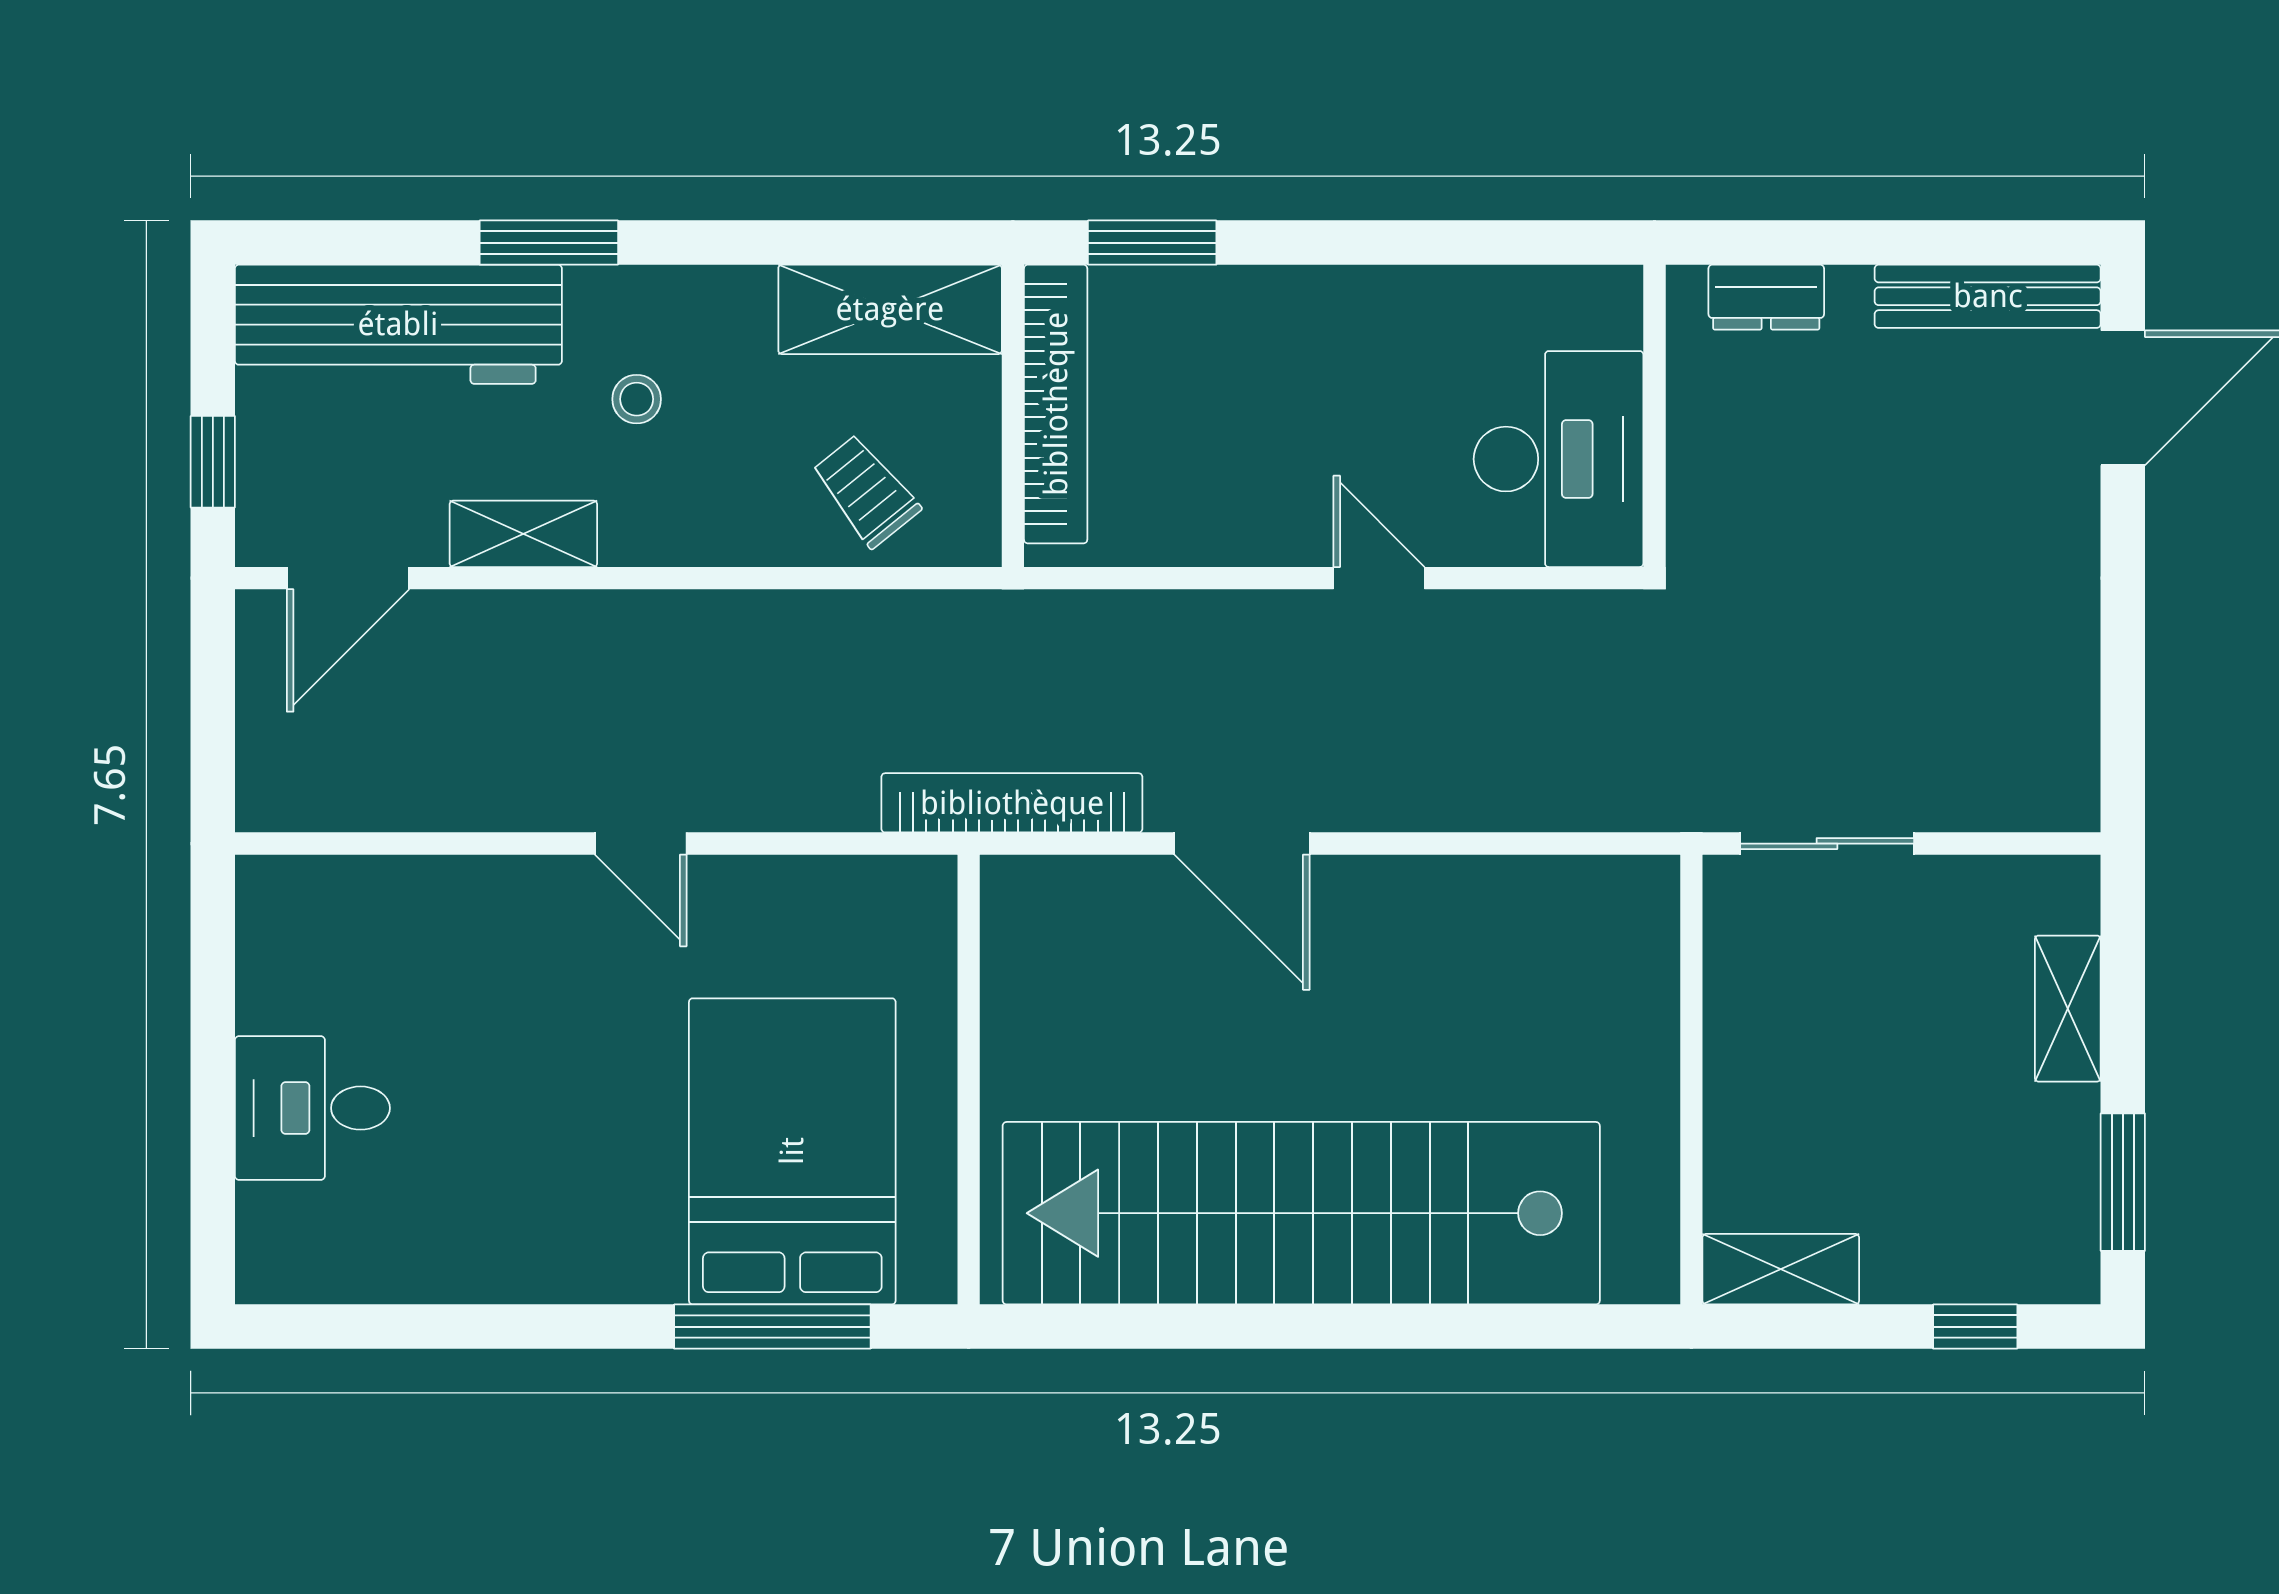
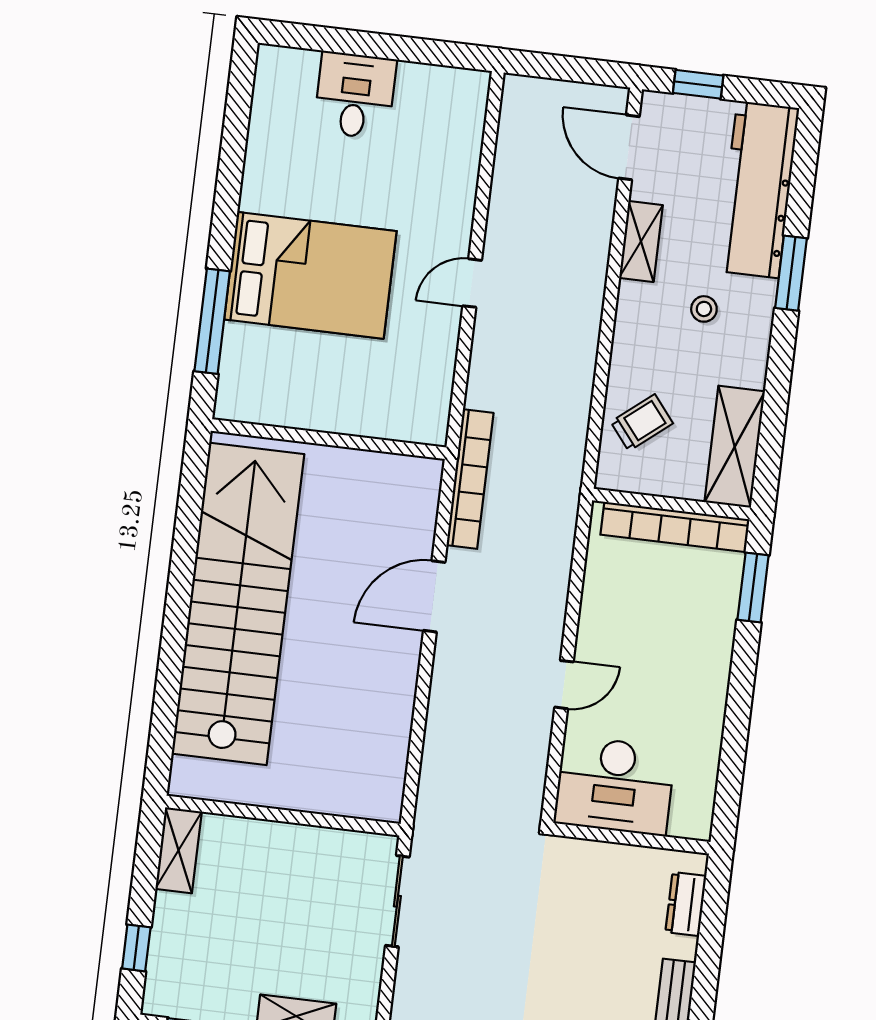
bed: (792, 1151) -> (310, 275), moved

